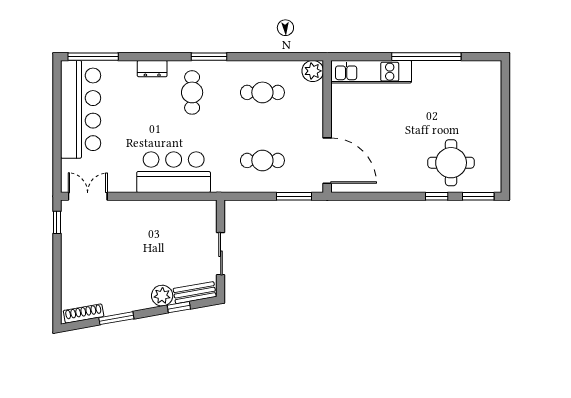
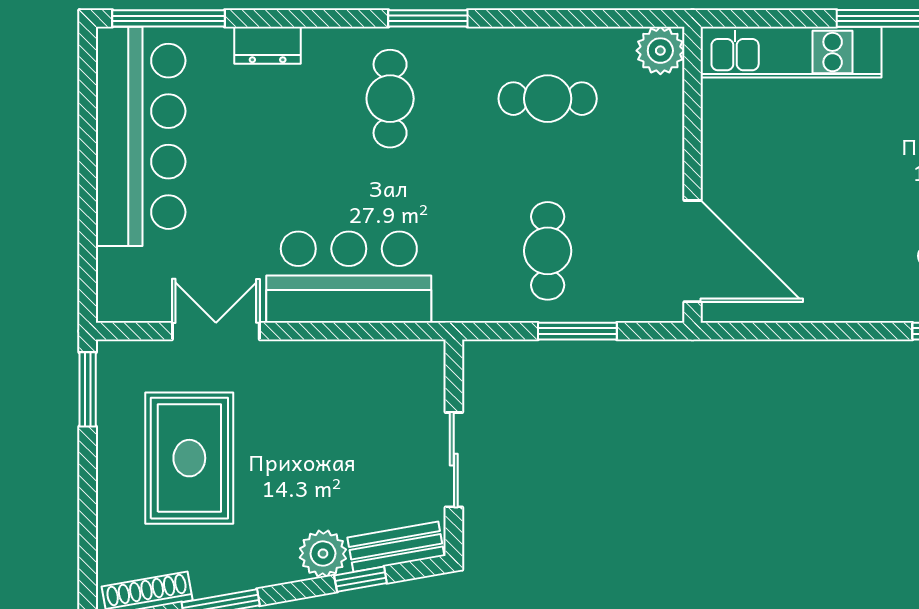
dresser: (152, 69) -> (268, 45), moved
cafe table: (262, 160) -> (548, 251), turned 90
double door: (88, 196) -> (216, 331), moved
window: (294, 196) -> (577, 331), moved
window: (57, 222) -> (88, 389), width x1.50
rug: (102, 253) -> (189, 458), added

